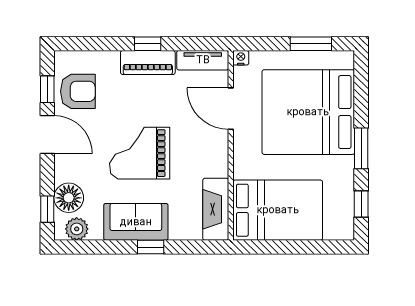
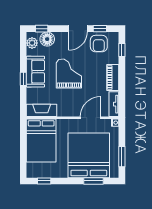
window: (148, 44) -> (122, 50), moved
window: (361, 148) -> (93, 181), moved

